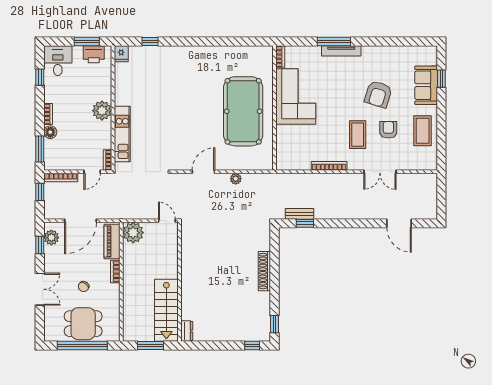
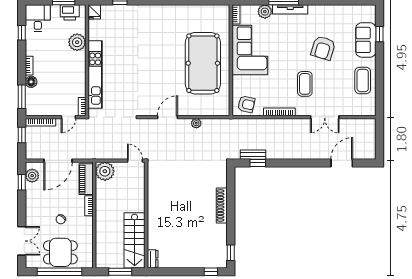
plant: (313, 53) -> (265, 12), added
plant: (102, 111) -> (77, 42), moved
armchair: (388, 130) -> (246, 104), moved, turned 103
kitchen unit: (122, 134) -> (95, 74), width x1.36
door: (399, 223) -> (342, 163), swing flipped
double door: (40, 289) -> (22, 241), moved

